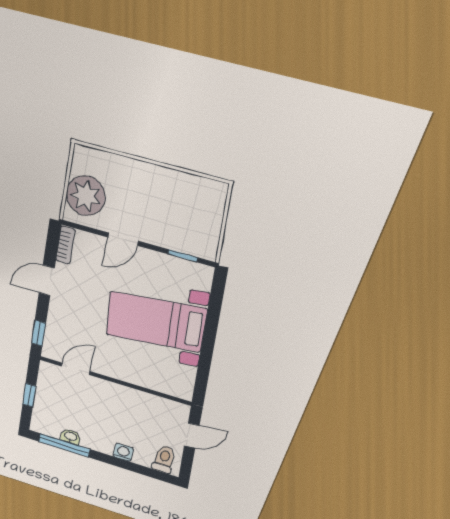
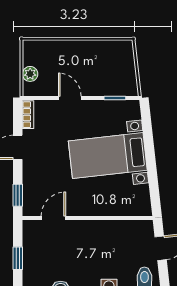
plant: (86, 196) -> (30, 74), width x0.53, depth x0.53
door: (123, 239) -> (70, 98), swing flipped

